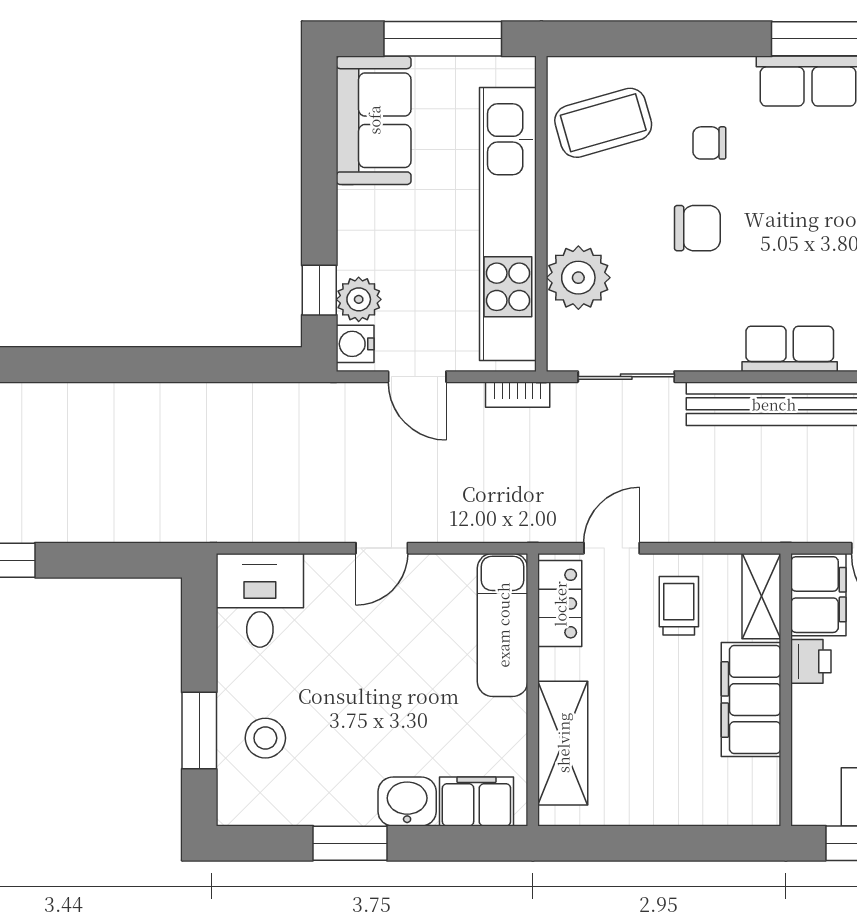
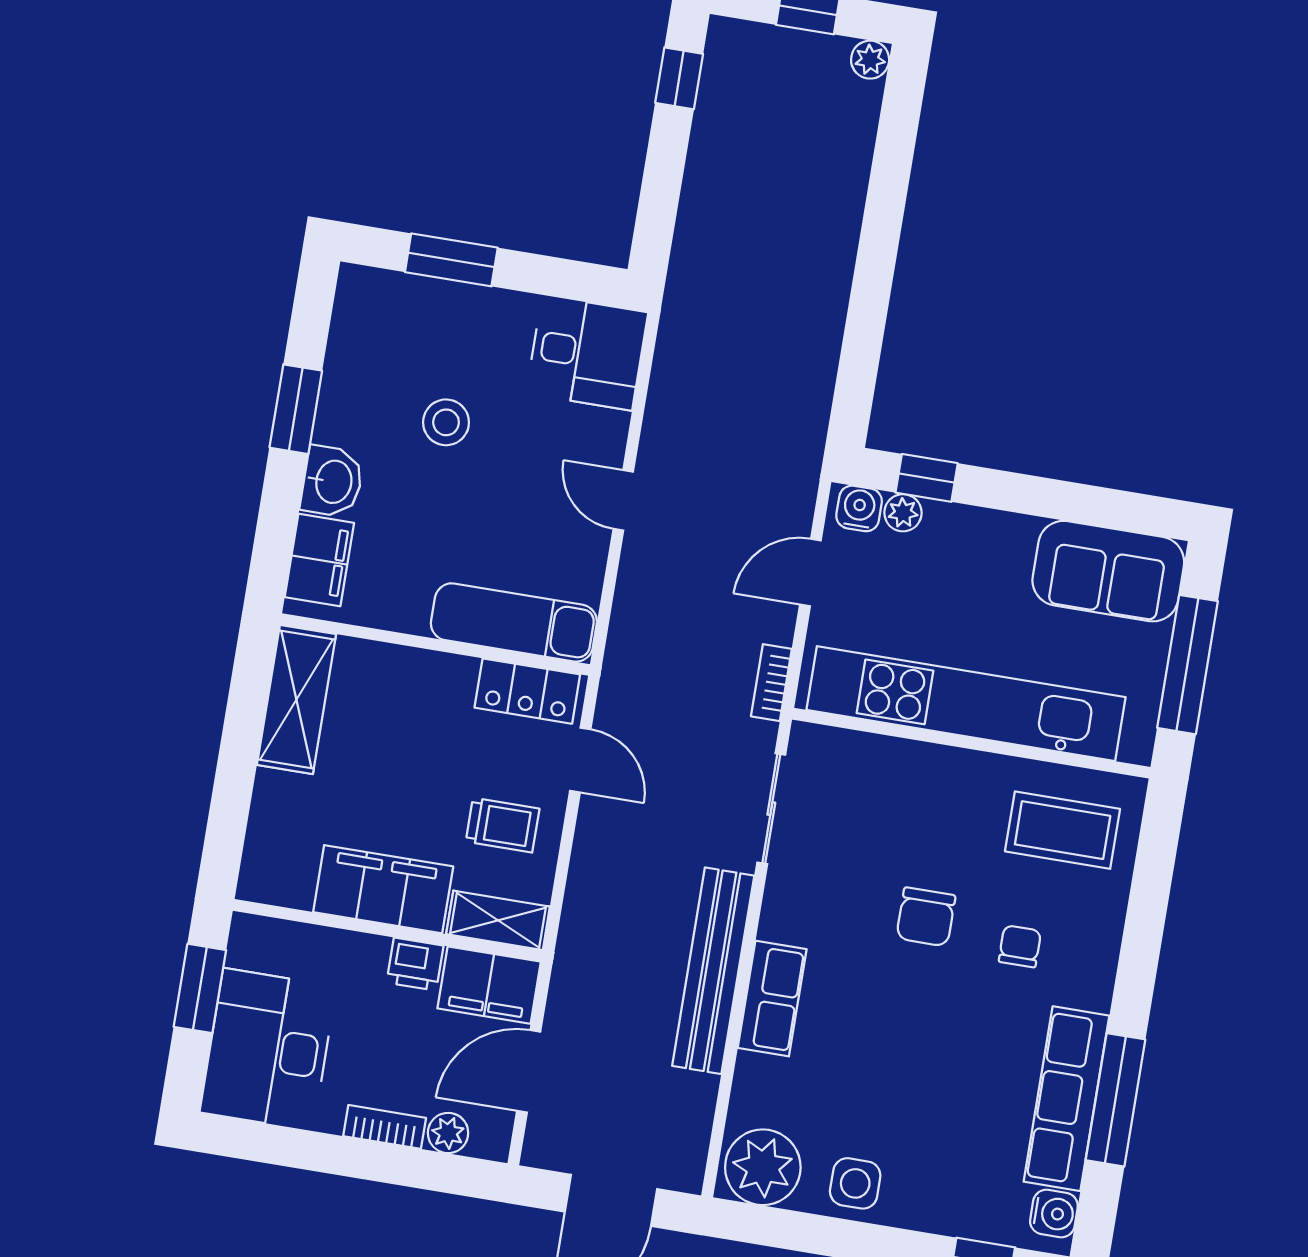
coffee table: (603, 123) -> (1063, 830), turned -74
plant: (578, 278) -> (892, 773), removed
plant: (359, 299) -> (903, 513), width x0.73, depth x0.73
stool: (265, 738) -> (446, 422), moved
shelving: (563, 743) -> (296, 700), moved, turned 90

